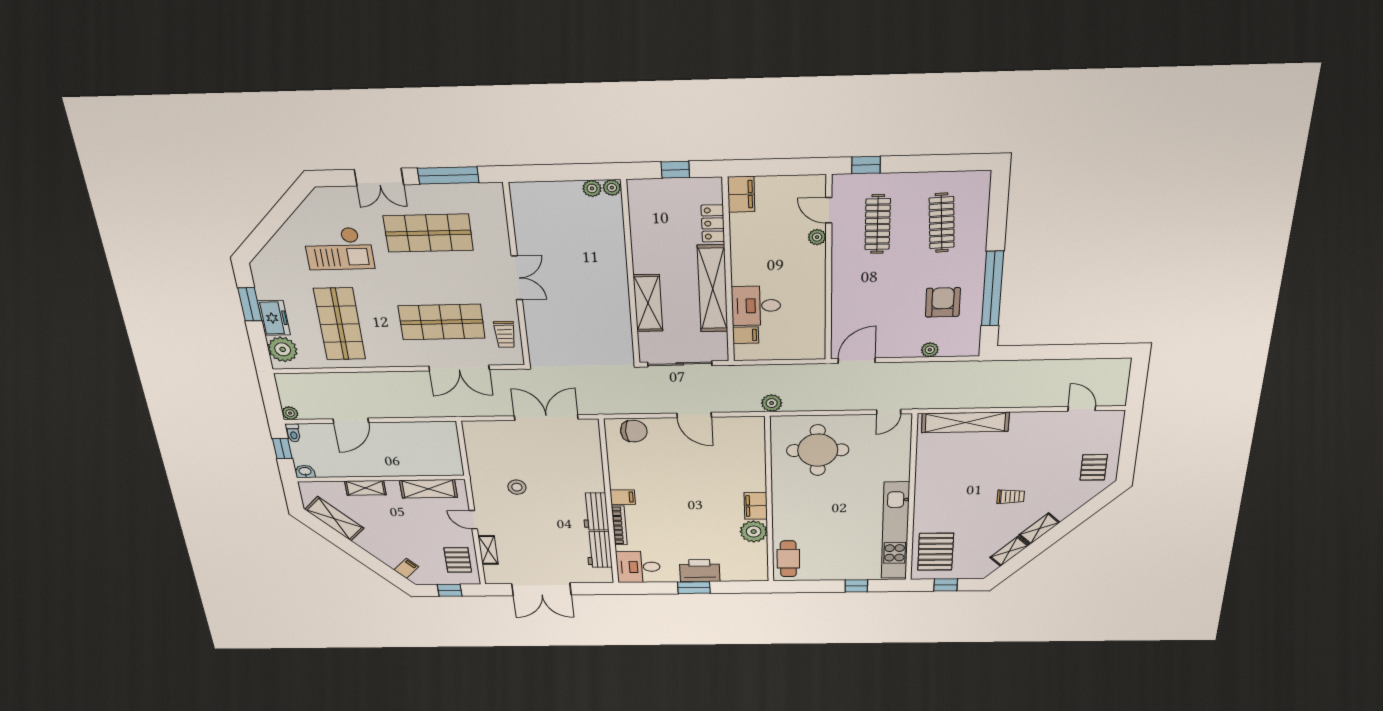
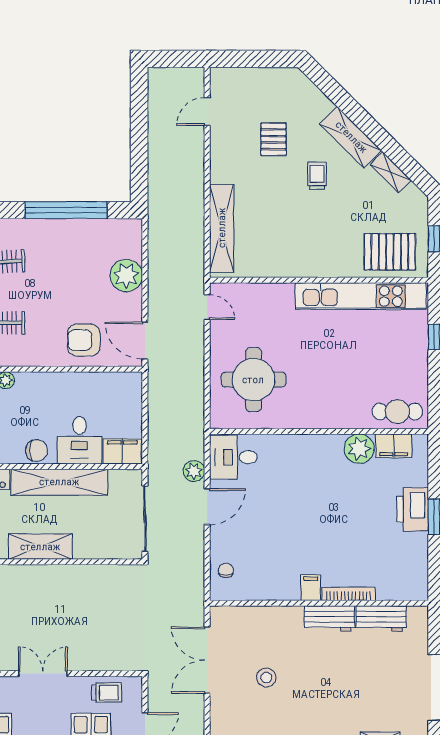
chair: (744, 267) -> (36, 450), added
armchair: (943, 302) -> (84, 340), moved
shelving: (648, 303) -> (40, 547), moved
filing cabinet: (746, 335) -> (122, 451), width x2.00
plant: (930, 350) -> (126, 276), width x1.87, depth x1.87
plant: (772, 403) -> (194, 471), moved
chair: (634, 431) -> (226, 570), width x0.54, depth x0.54
pallet: (1094, 467) -> (273, 139), moved, turned 90
stool: (517, 487) -> (266, 678), moved
filing cabinet: (756, 506) -> (394, 446), moved
shelving: (1039, 529) -> (351, 137), width x1.50, depth x1.33
desk: (638, 567) -> (233, 457), moved, turned 90

